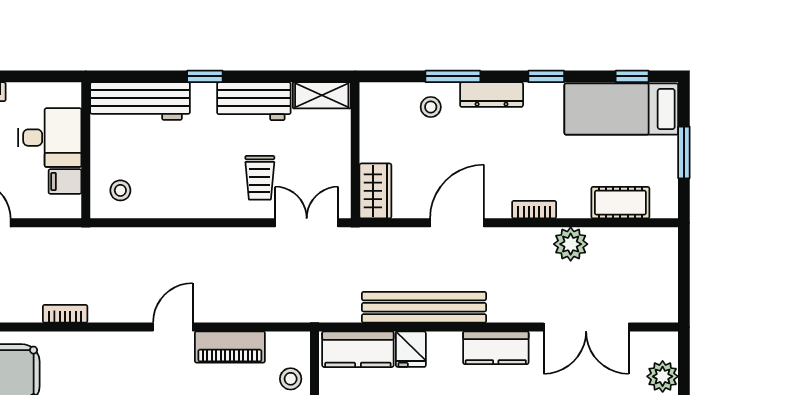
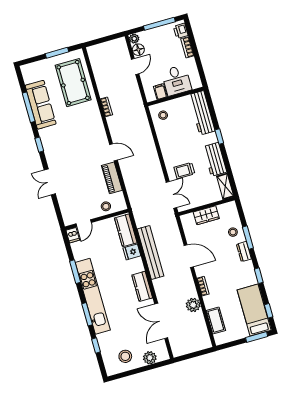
dresser: (492, 95) -> (244, 252), width x0.70
window: (684, 152) -> (257, 337), moved
wardrobe: (375, 191) -> (206, 215), moved

